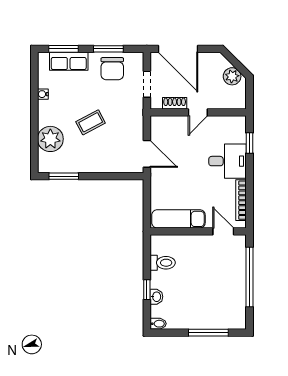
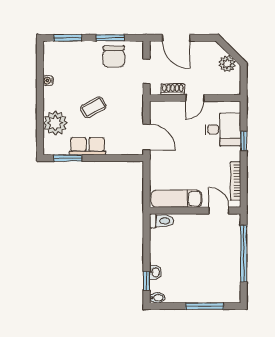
door: (178, 49) -> (176, 38), width x0.73
row of seats: (69, 61) -> (87, 146), moved, turned 180
window: (250, 143) -> (244, 141), moved
desk: (228, 161) -> (223, 130), moved
toilet: (163, 263) -> (161, 221), moved
window: (147, 290) -> (146, 281), moved

